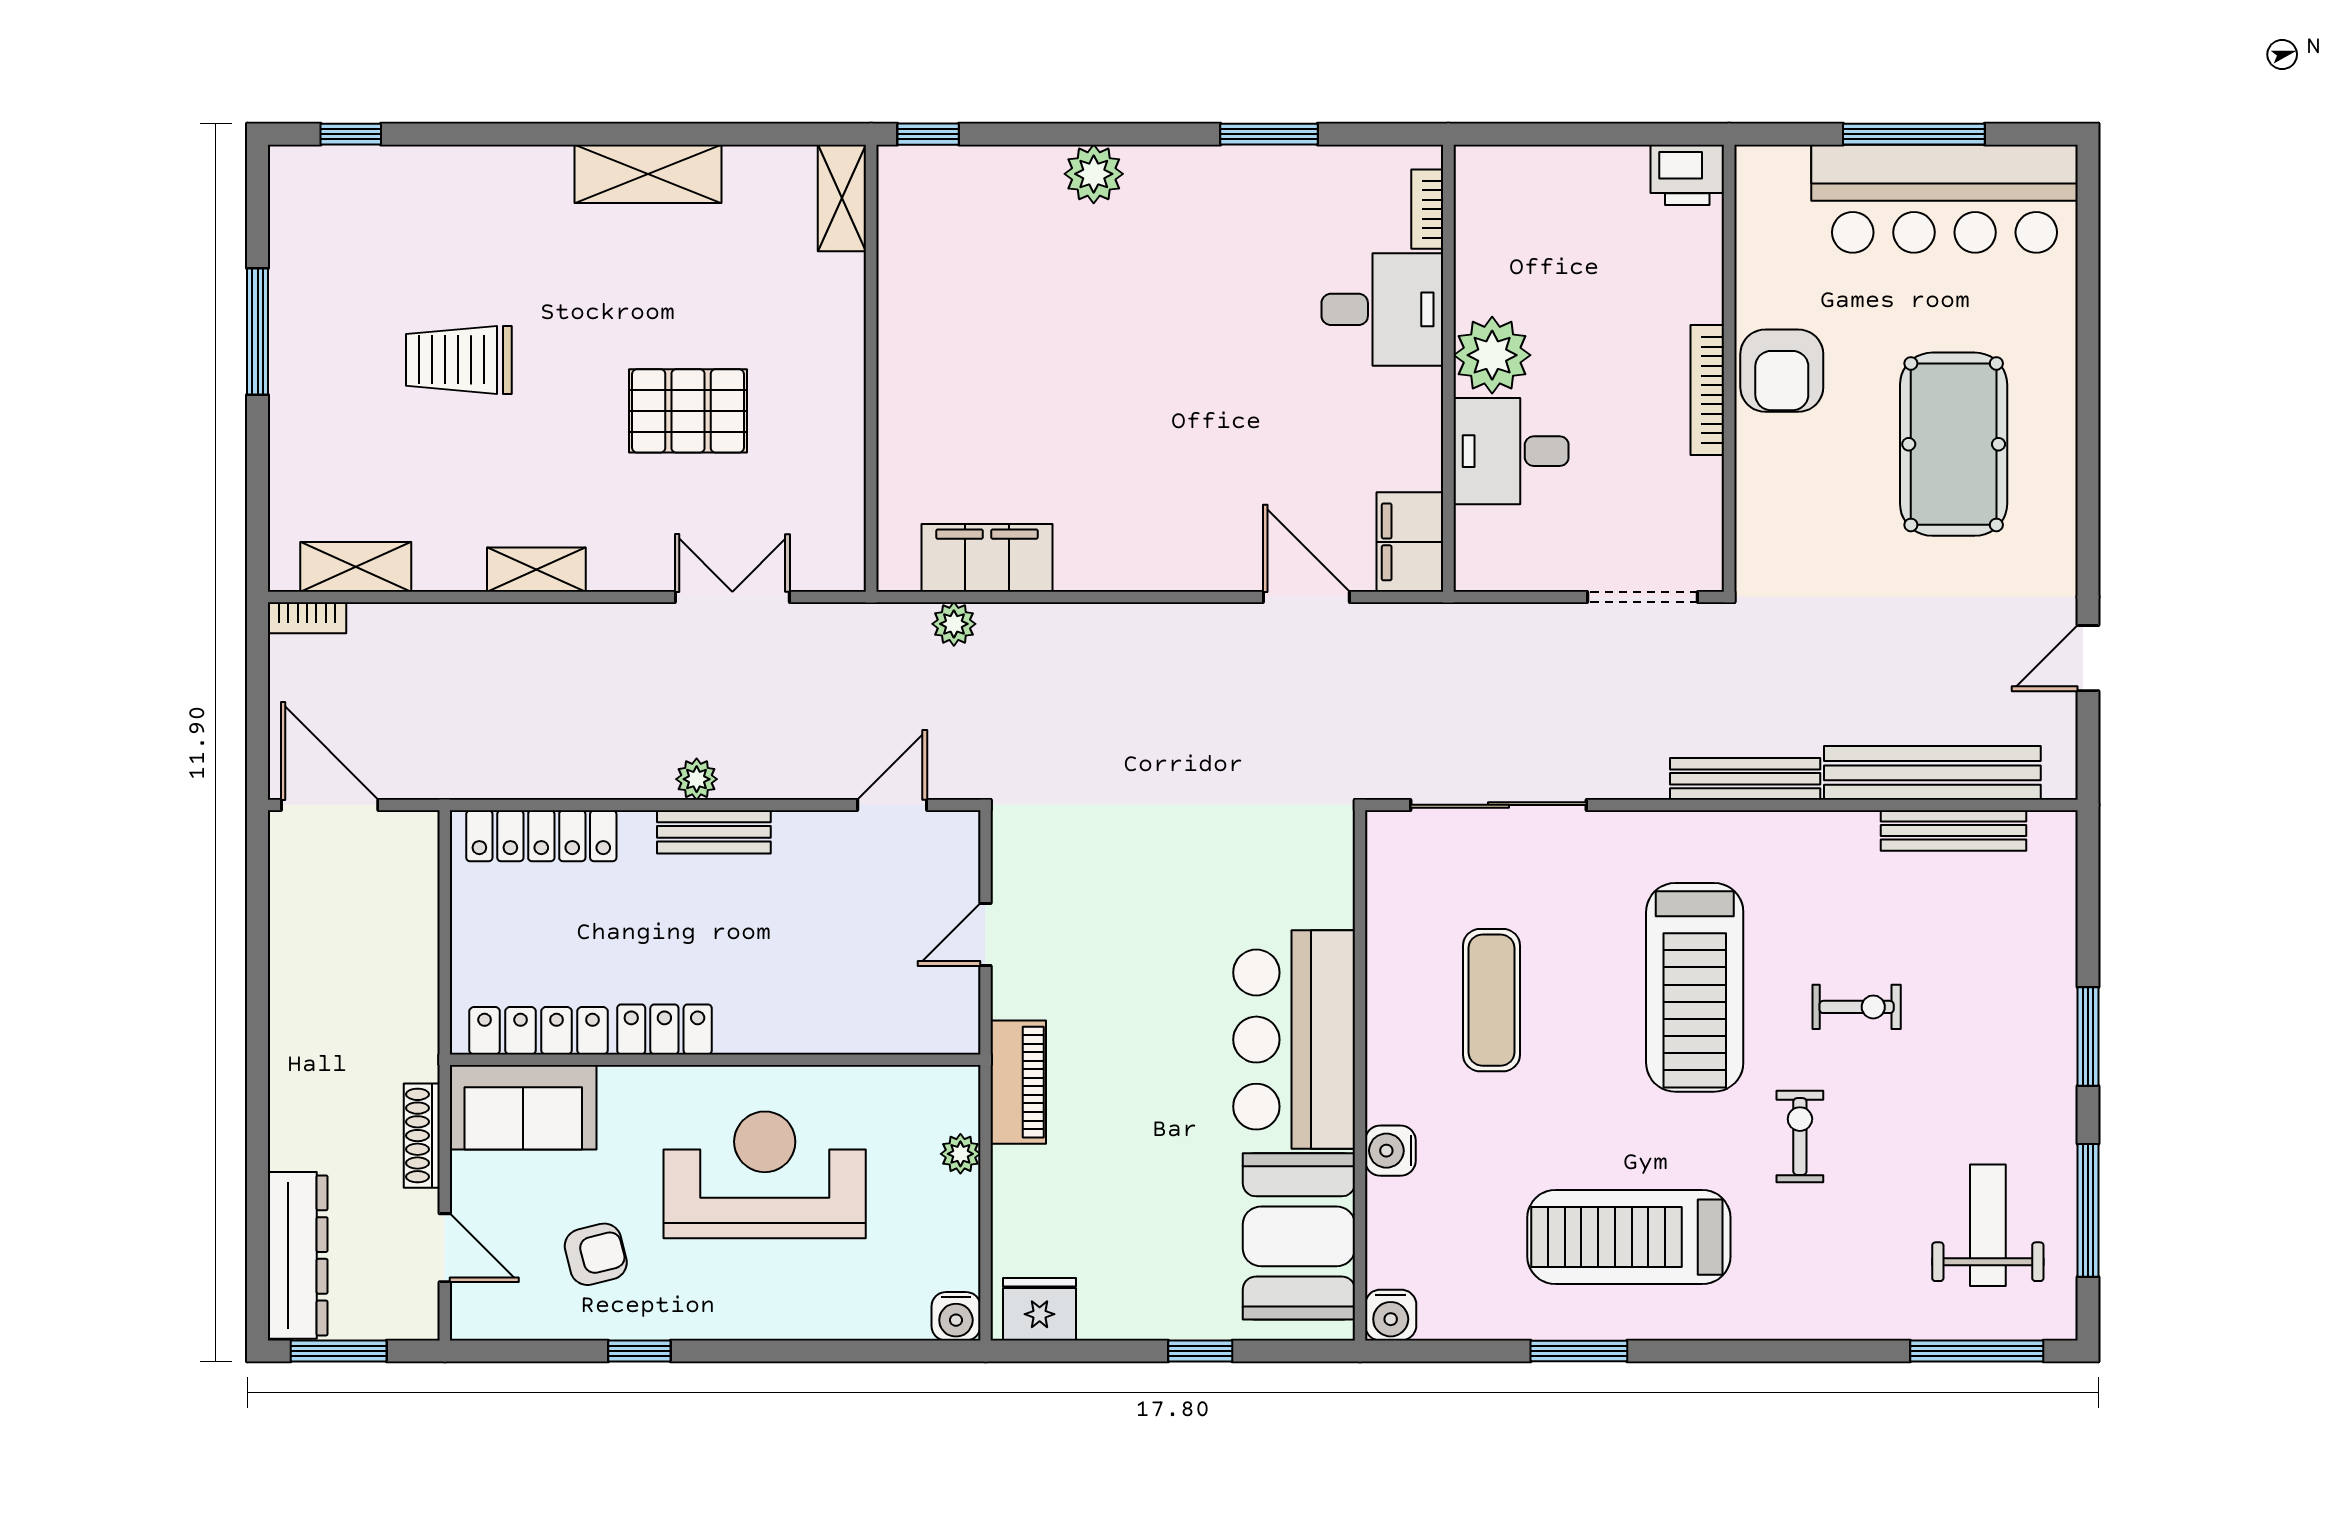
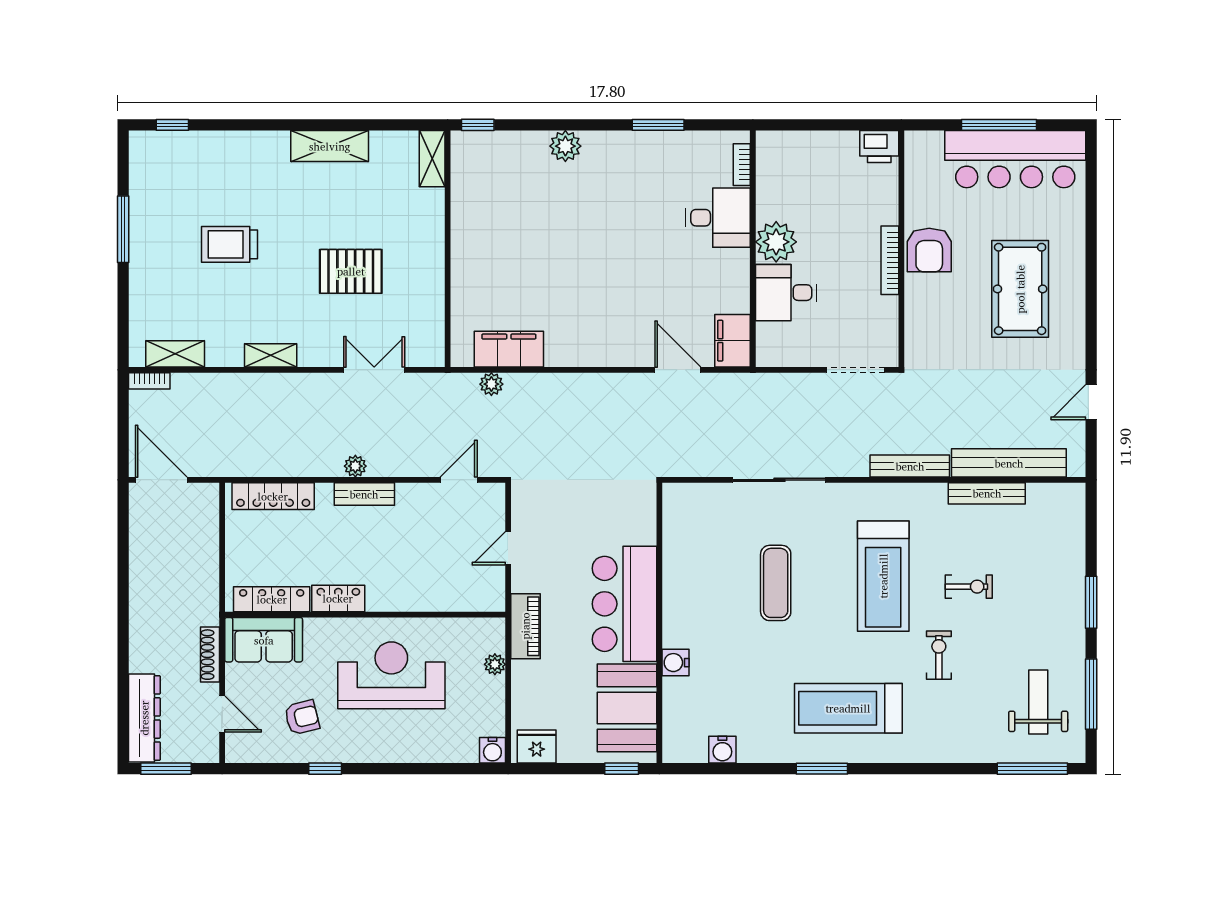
bench: (1953, 831) -> (987, 493), moved
bar counter: (1294, 1040) -> (624, 604), moved
wall: (1360, 1075) -> (659, 623), moved
water cooler: (1390, 1151) -> (675, 663), moved
booth: (1299, 1236) -> (627, 708), moved

